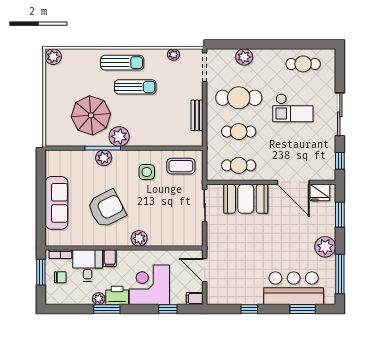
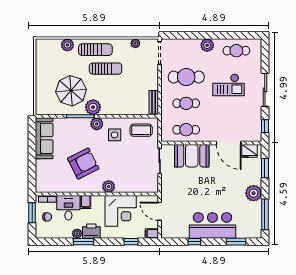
plant: (53, 57) -> (67, 45), moved
plant: (244, 57) -> (207, 45), moved
bench: (197, 115) -> (154, 102), moved
plant: (104, 158) -> (97, 124), moved
sofa: (56, 203) -> (44, 138), moved
corner desk: (149, 285) -> (121, 211), moved, turned 180
bar counter: (294, 288) -> (212, 225), moved

